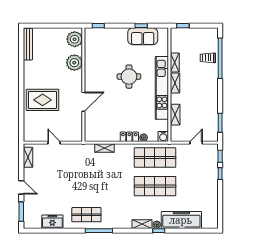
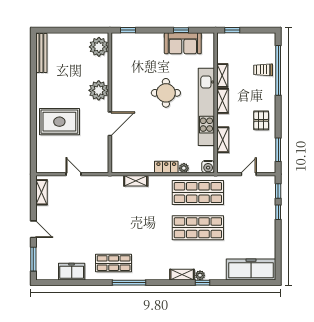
plant: (74, 63) -> (99, 90), moved
pallet: (206, 99) -> (261, 120), added
freezer: (181, 220) -> (251, 269), moved

